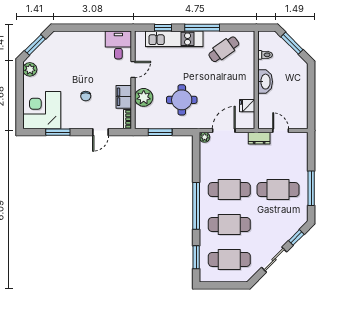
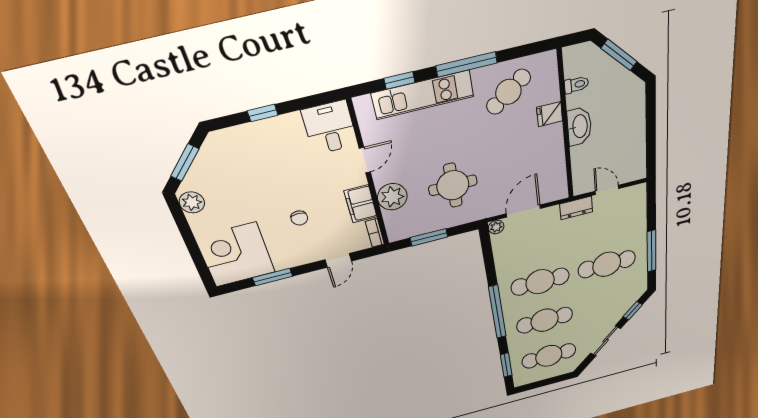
window: (85, 28) -> (263, 113), added
fridge: (247, 106) -> (550, 114), moved

